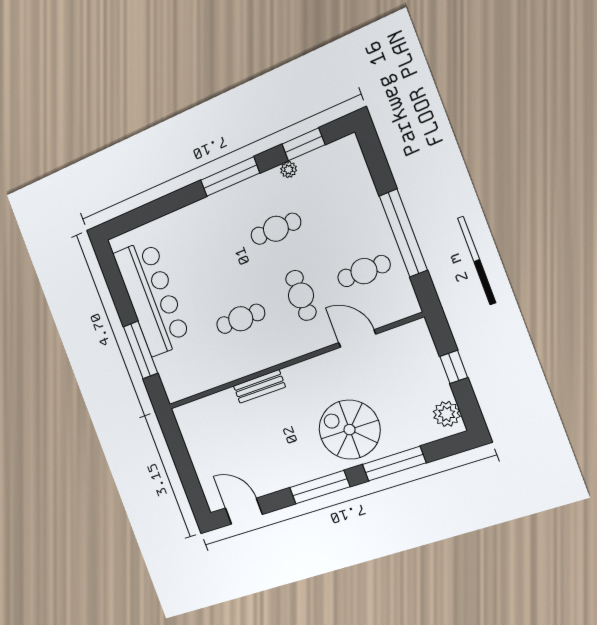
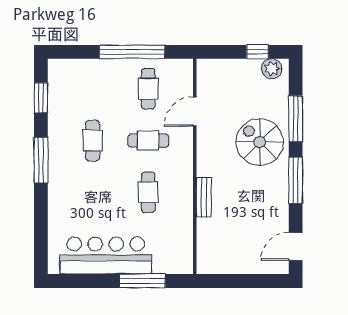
plant: (289, 170) -> (54, 115), removed
window: (454, 367) -> (258, 52), moved
spiral stairs: (350, 430) -> (260, 142), turned 90

